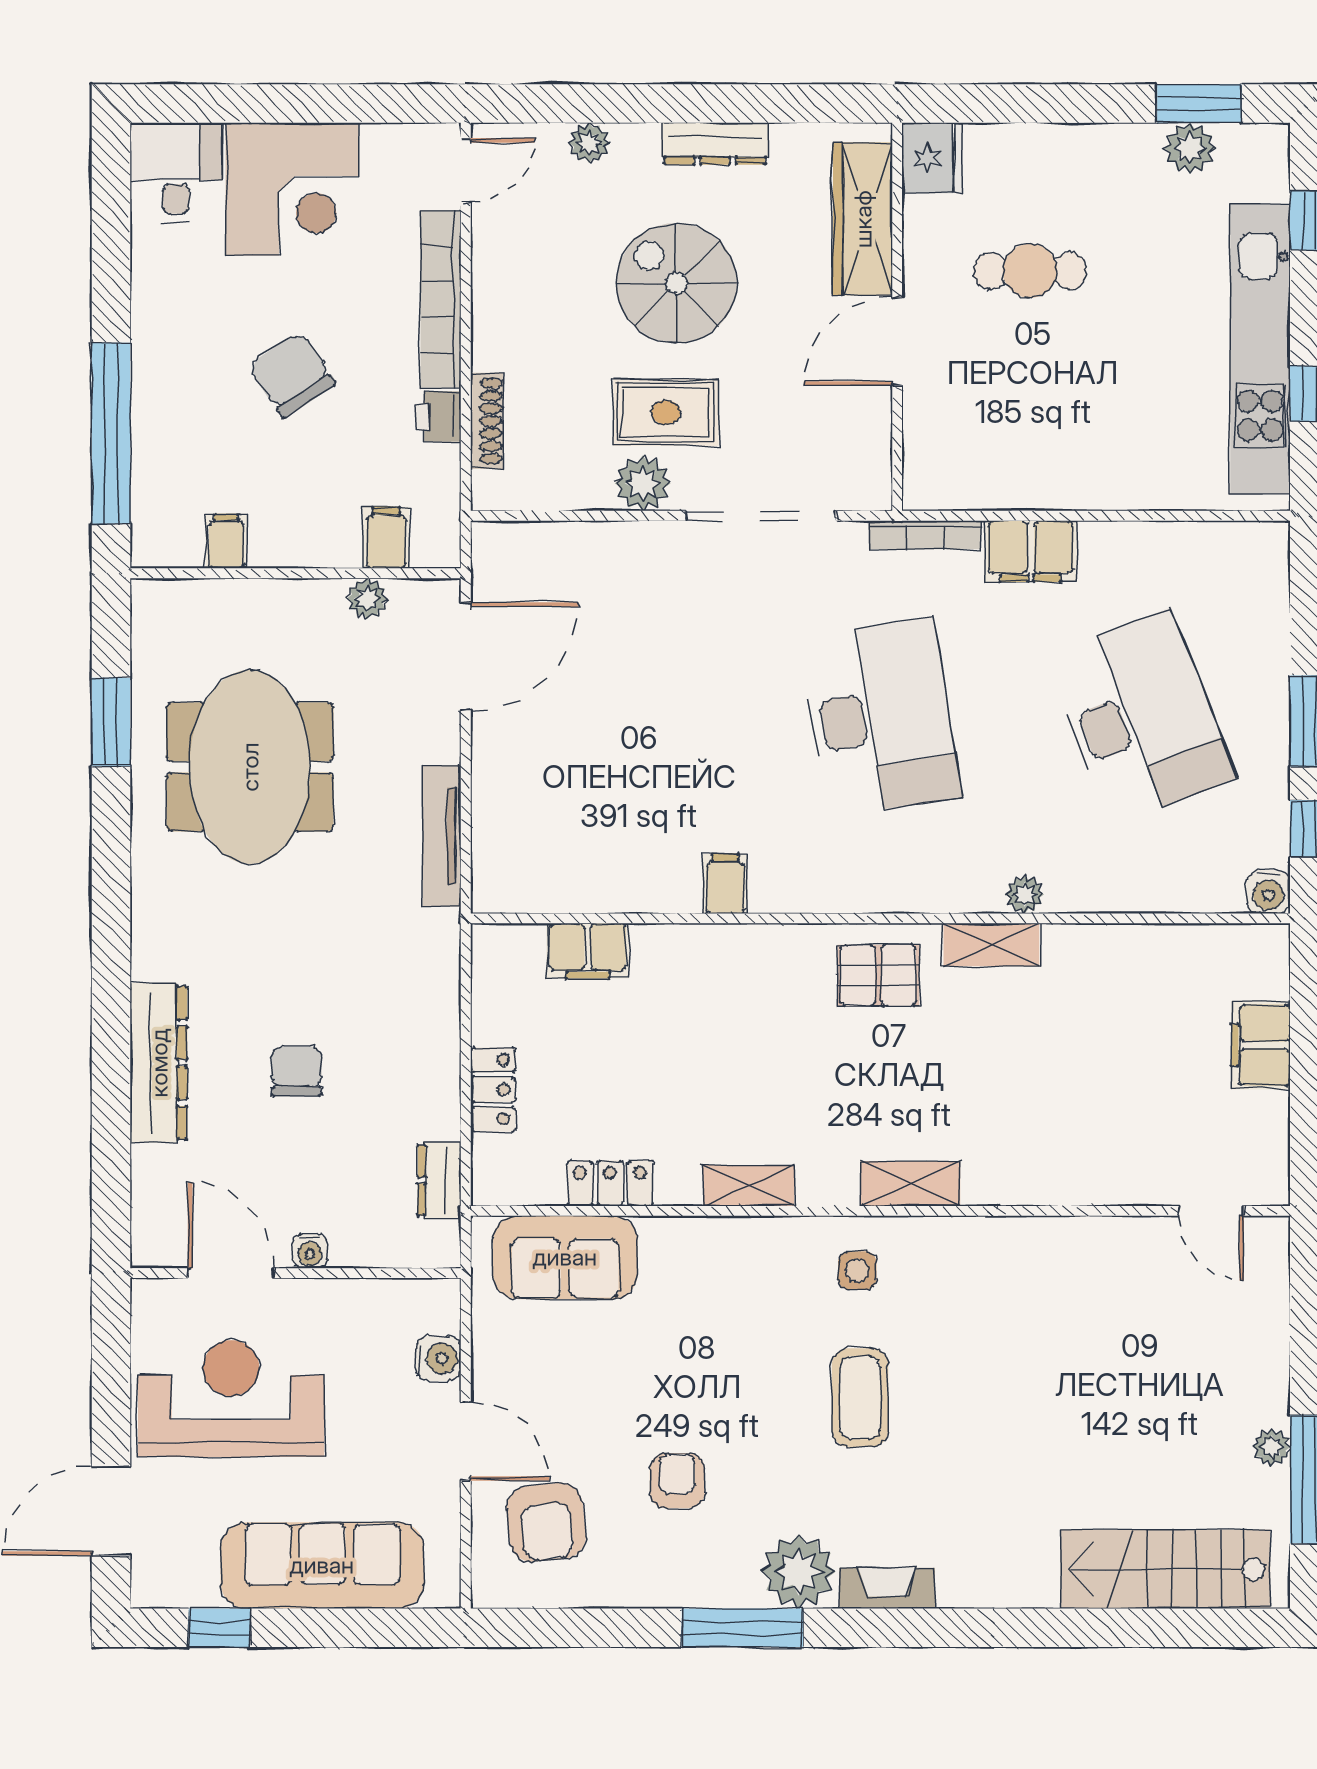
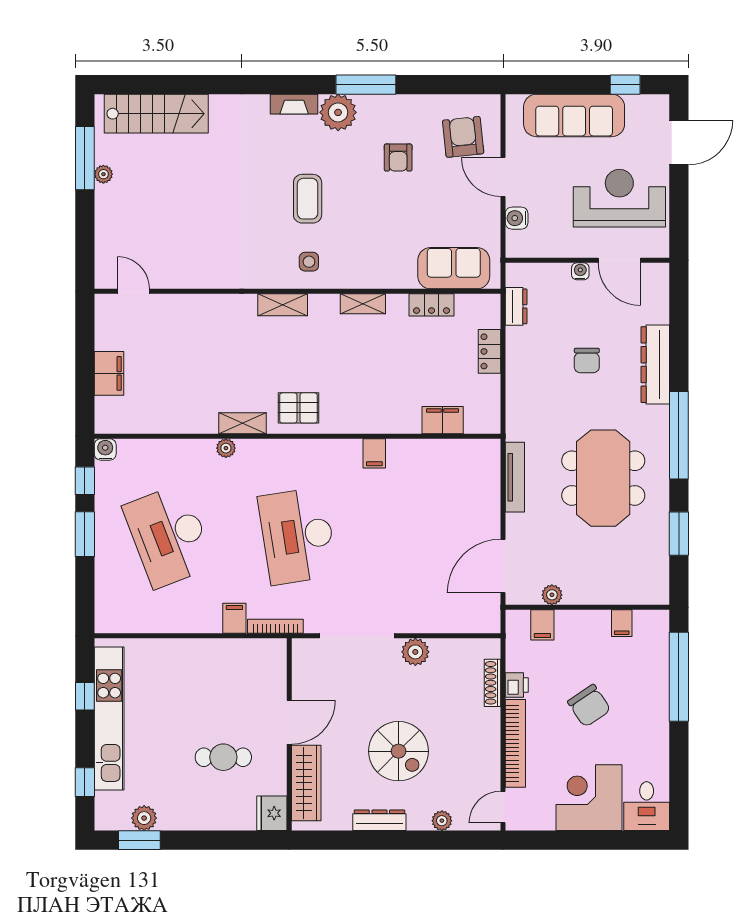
rug: (666, 412) -> (404, 687), removed
filing cabinet: (1031, 551) -> (234, 618), width x0.50
meeting table: (250, 767) -> (603, 478), moved
window: (111, 920) -> (679, 435), added
reception desk: (231, 1399) -> (619, 198), turned 180

